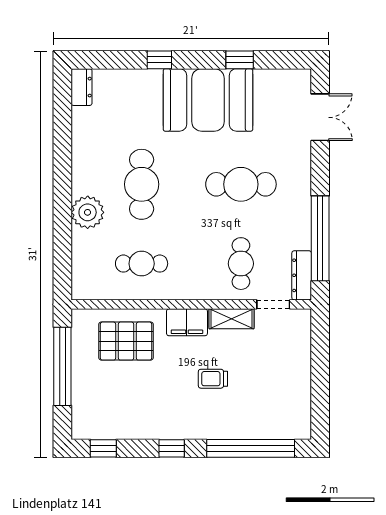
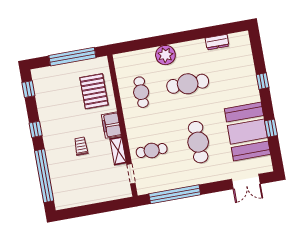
dresser: (82, 87) -> (217, 42), moved
booth: (208, 100) -> (247, 132), moved
dresser: (302, 275) -> (151, 187), removed

